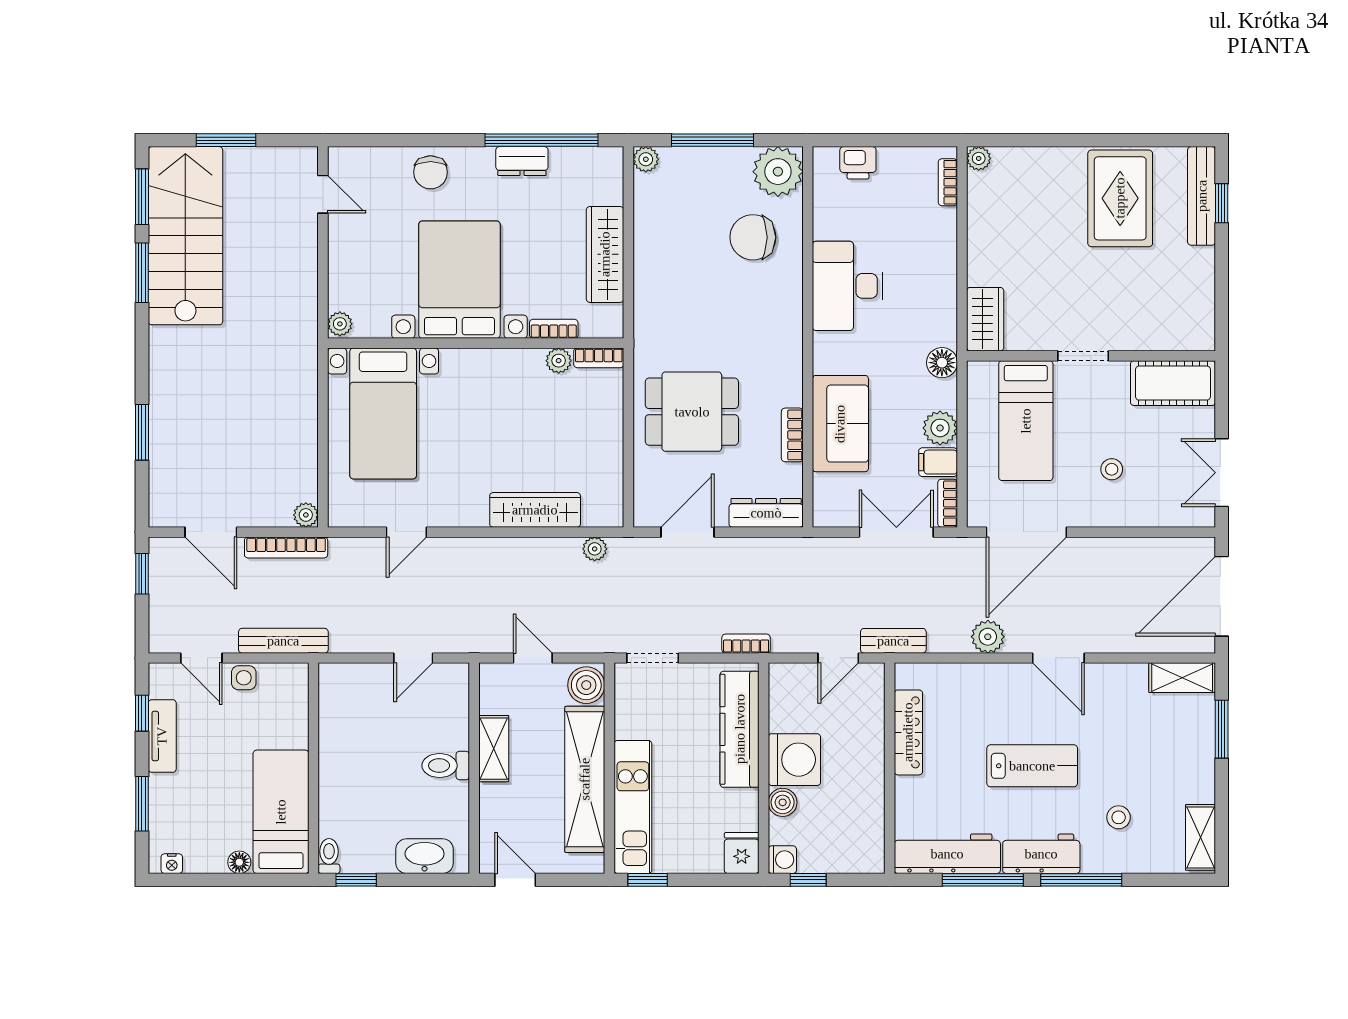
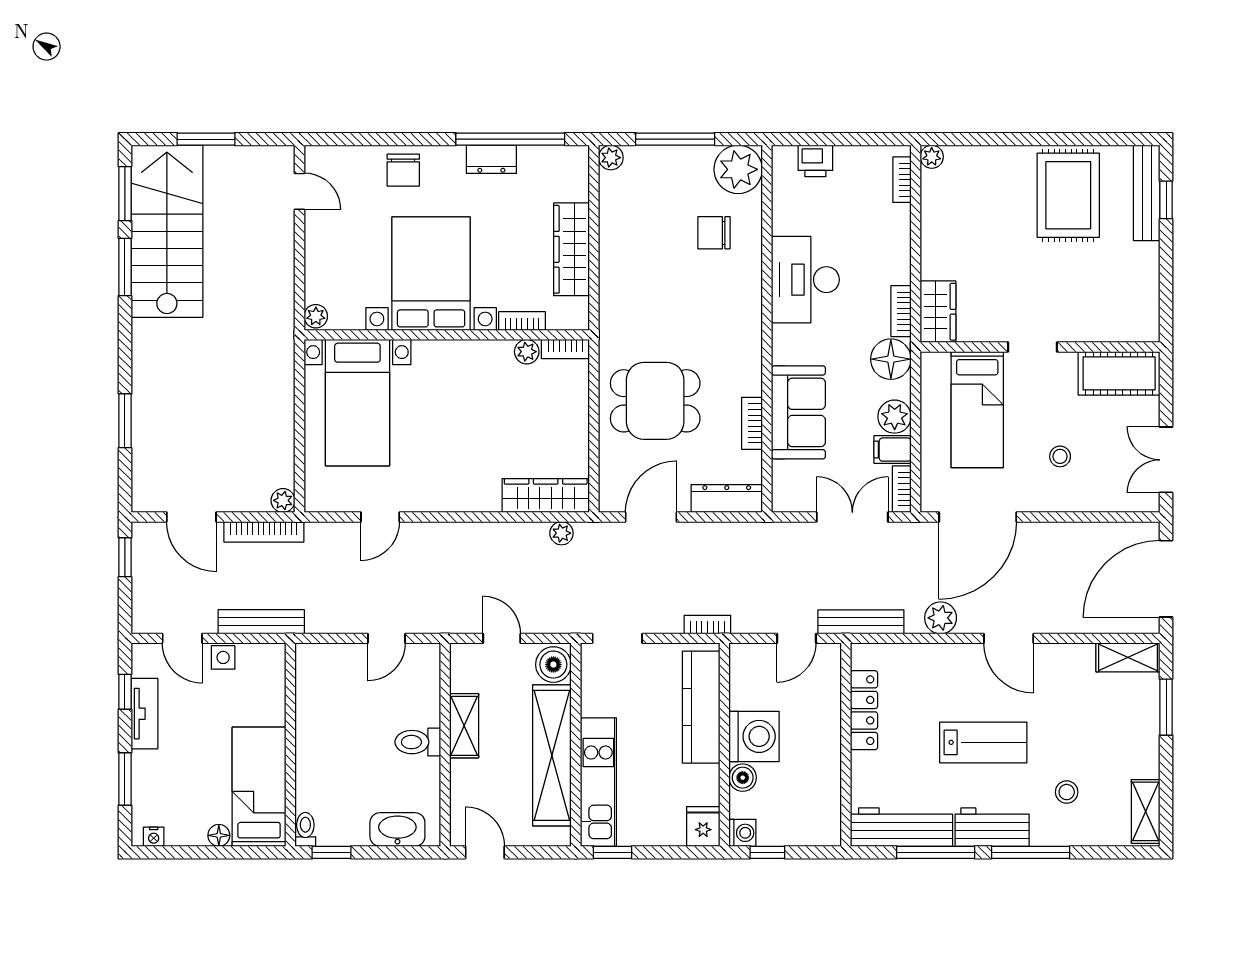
chair: (753, 237) -> (714, 233), width x0.73, depth x0.73
bookcase: (947, 319) -> (901, 311), added
floor lamp: (942, 363) -> (891, 359), width x1.38, depth x1.38
wardrobe: (535, 510) -> (546, 496), moved
bench: (893, 641) -> (861, 622), width x1.36

